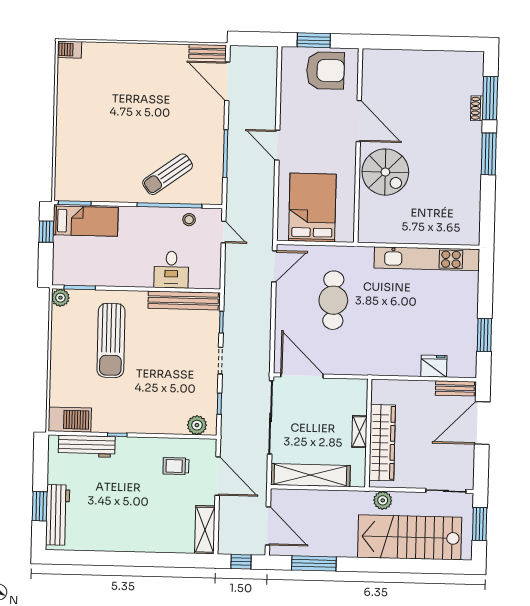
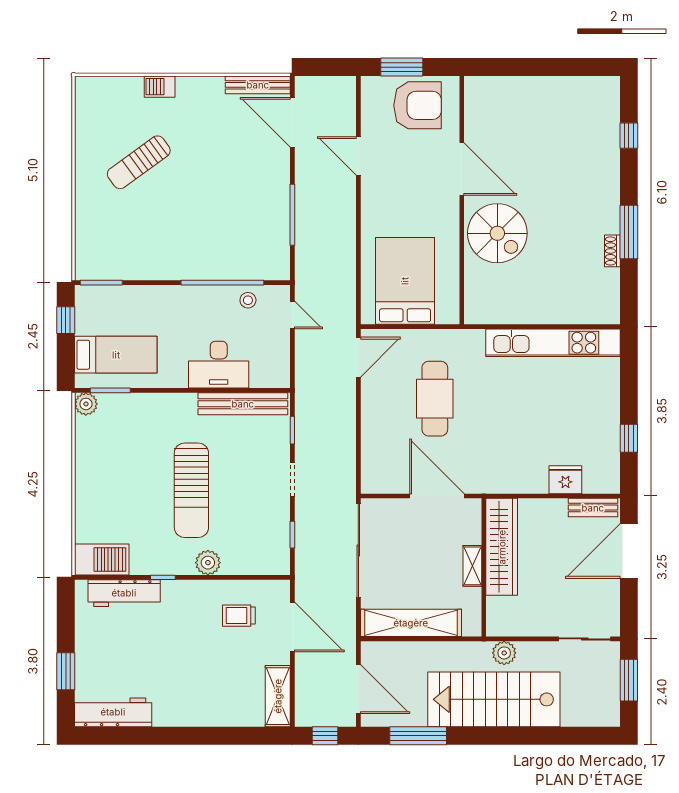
barbecue: (69, 50) -> (160, 87), moved
bench: (208, 52) -> (258, 85), width x1.36
window: (490, 98) -> (629, 136), width x0.46
shoe rack: (477, 108) -> (612, 251), moved
door: (277, 145) -> (358, 156), moved
window: (489, 154) -> (629, 232), moved
sun lounger: (168, 174) -> (139, 162), moved
bed: (86, 221) -> (116, 355), moved
desk: (171, 270) -> (219, 365), width x1.37
window: (484, 335) -> (629, 438), width x0.67
sun lounger: (111, 340) -> (191, 490), moved
door: (302, 376) -> (437, 496), moved
plant: (197, 425) -> (208, 563), moved
wardrobe: (382, 443) -> (502, 547), moved
workbench: (58, 515) -> (113, 712), moved, turned -90
stairs: (410, 537) -> (494, 699), moved

